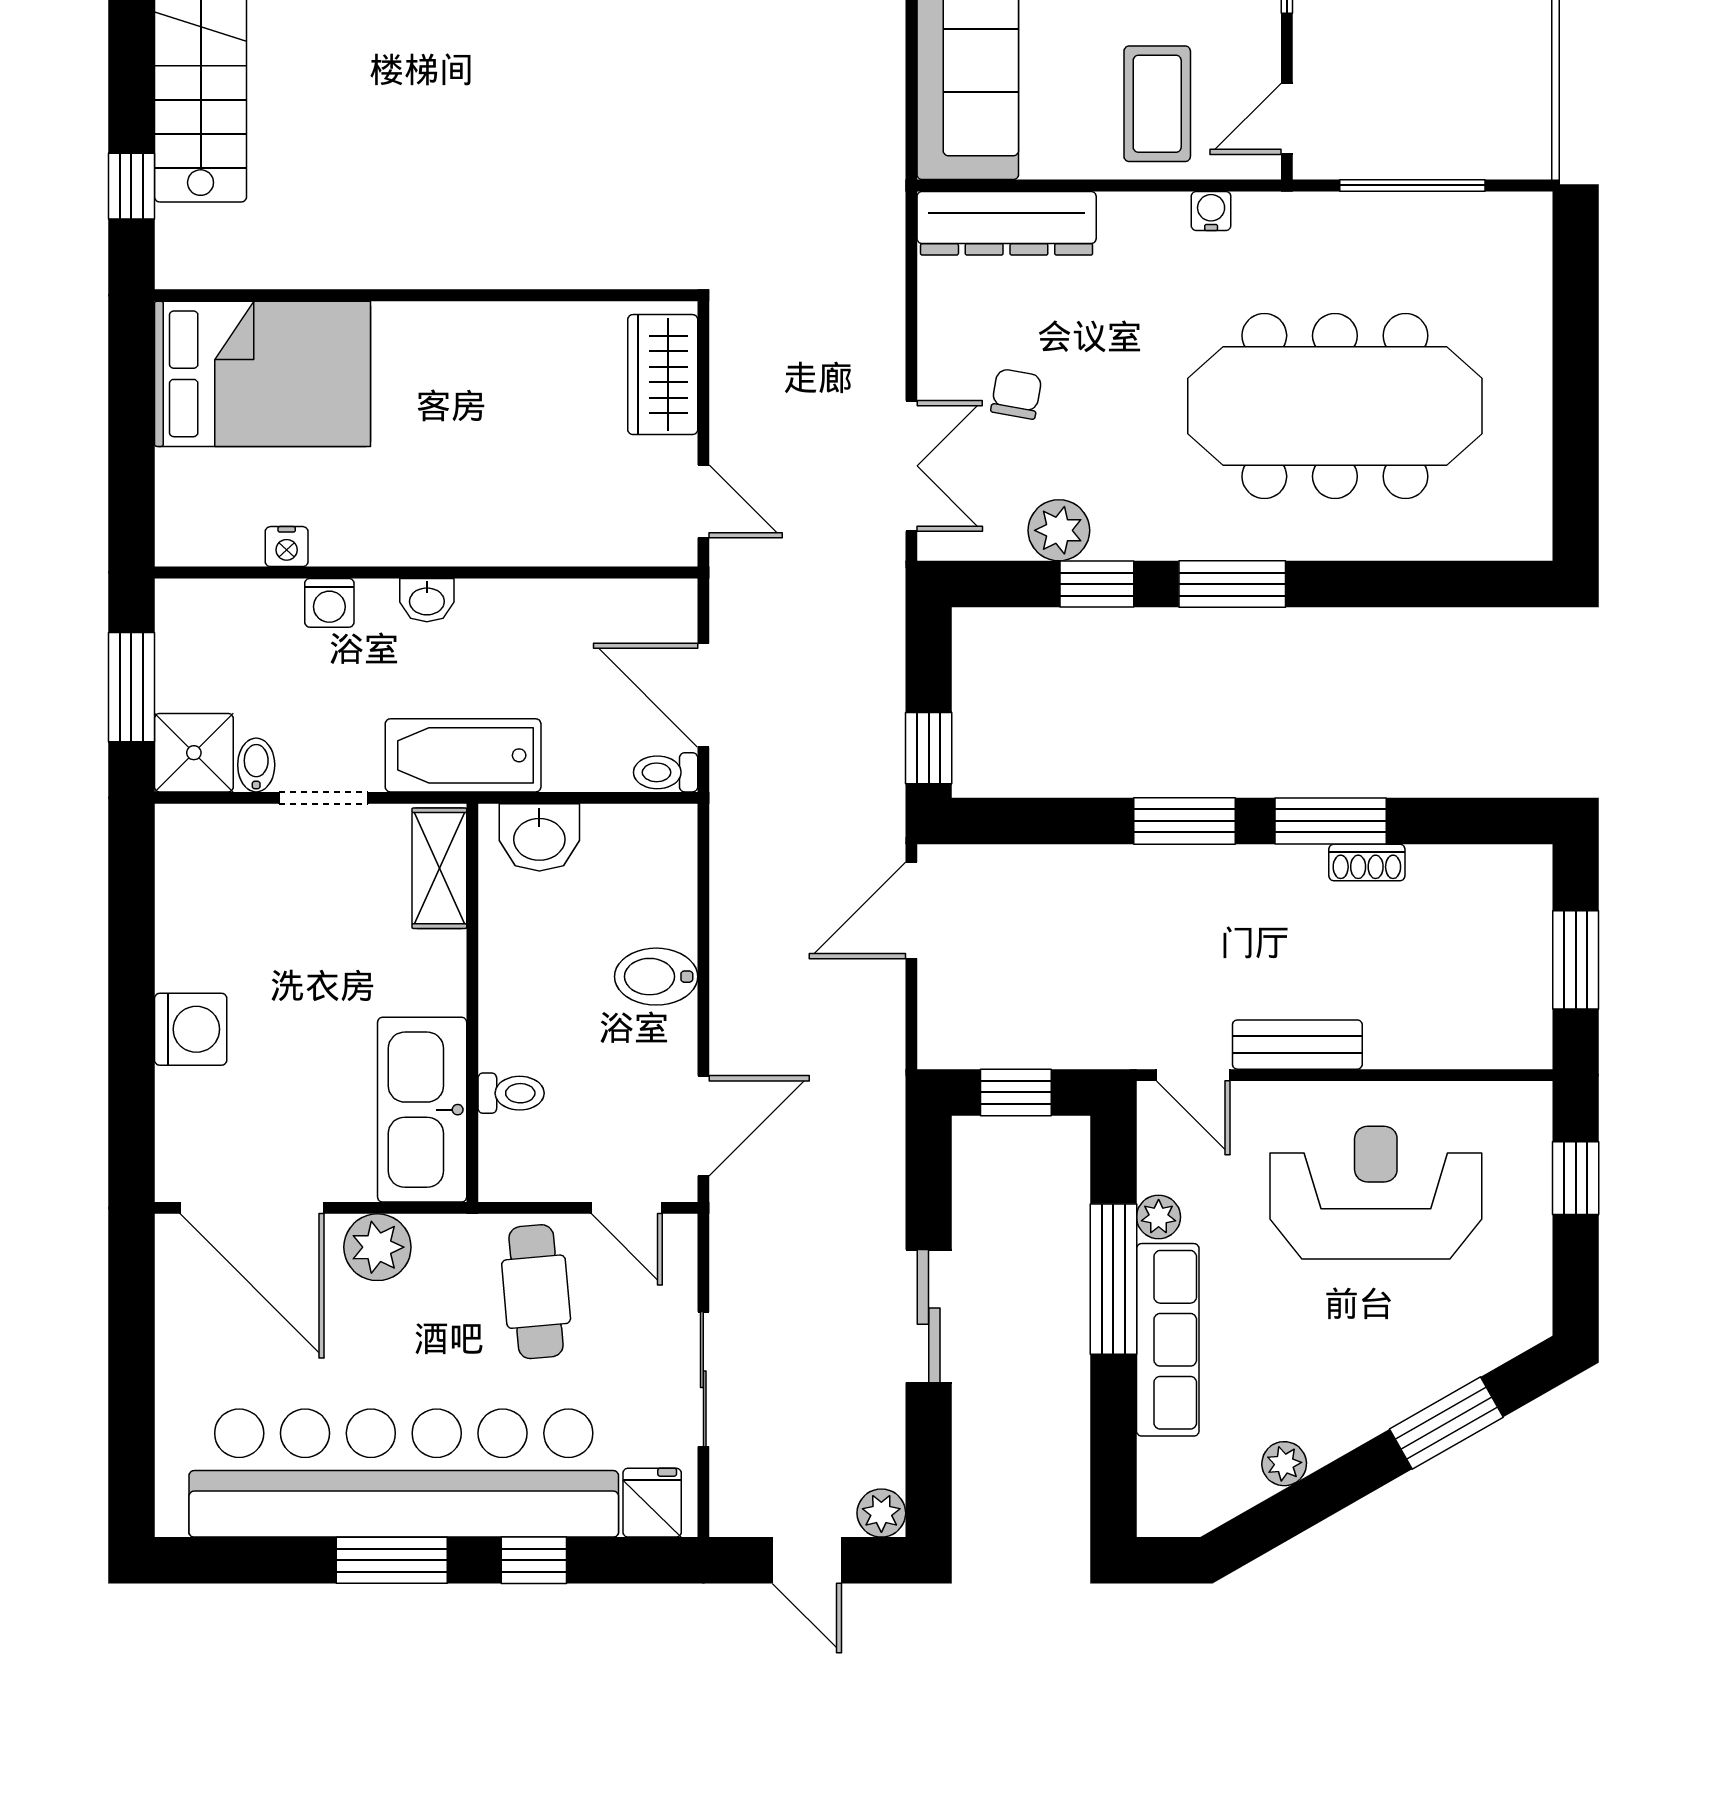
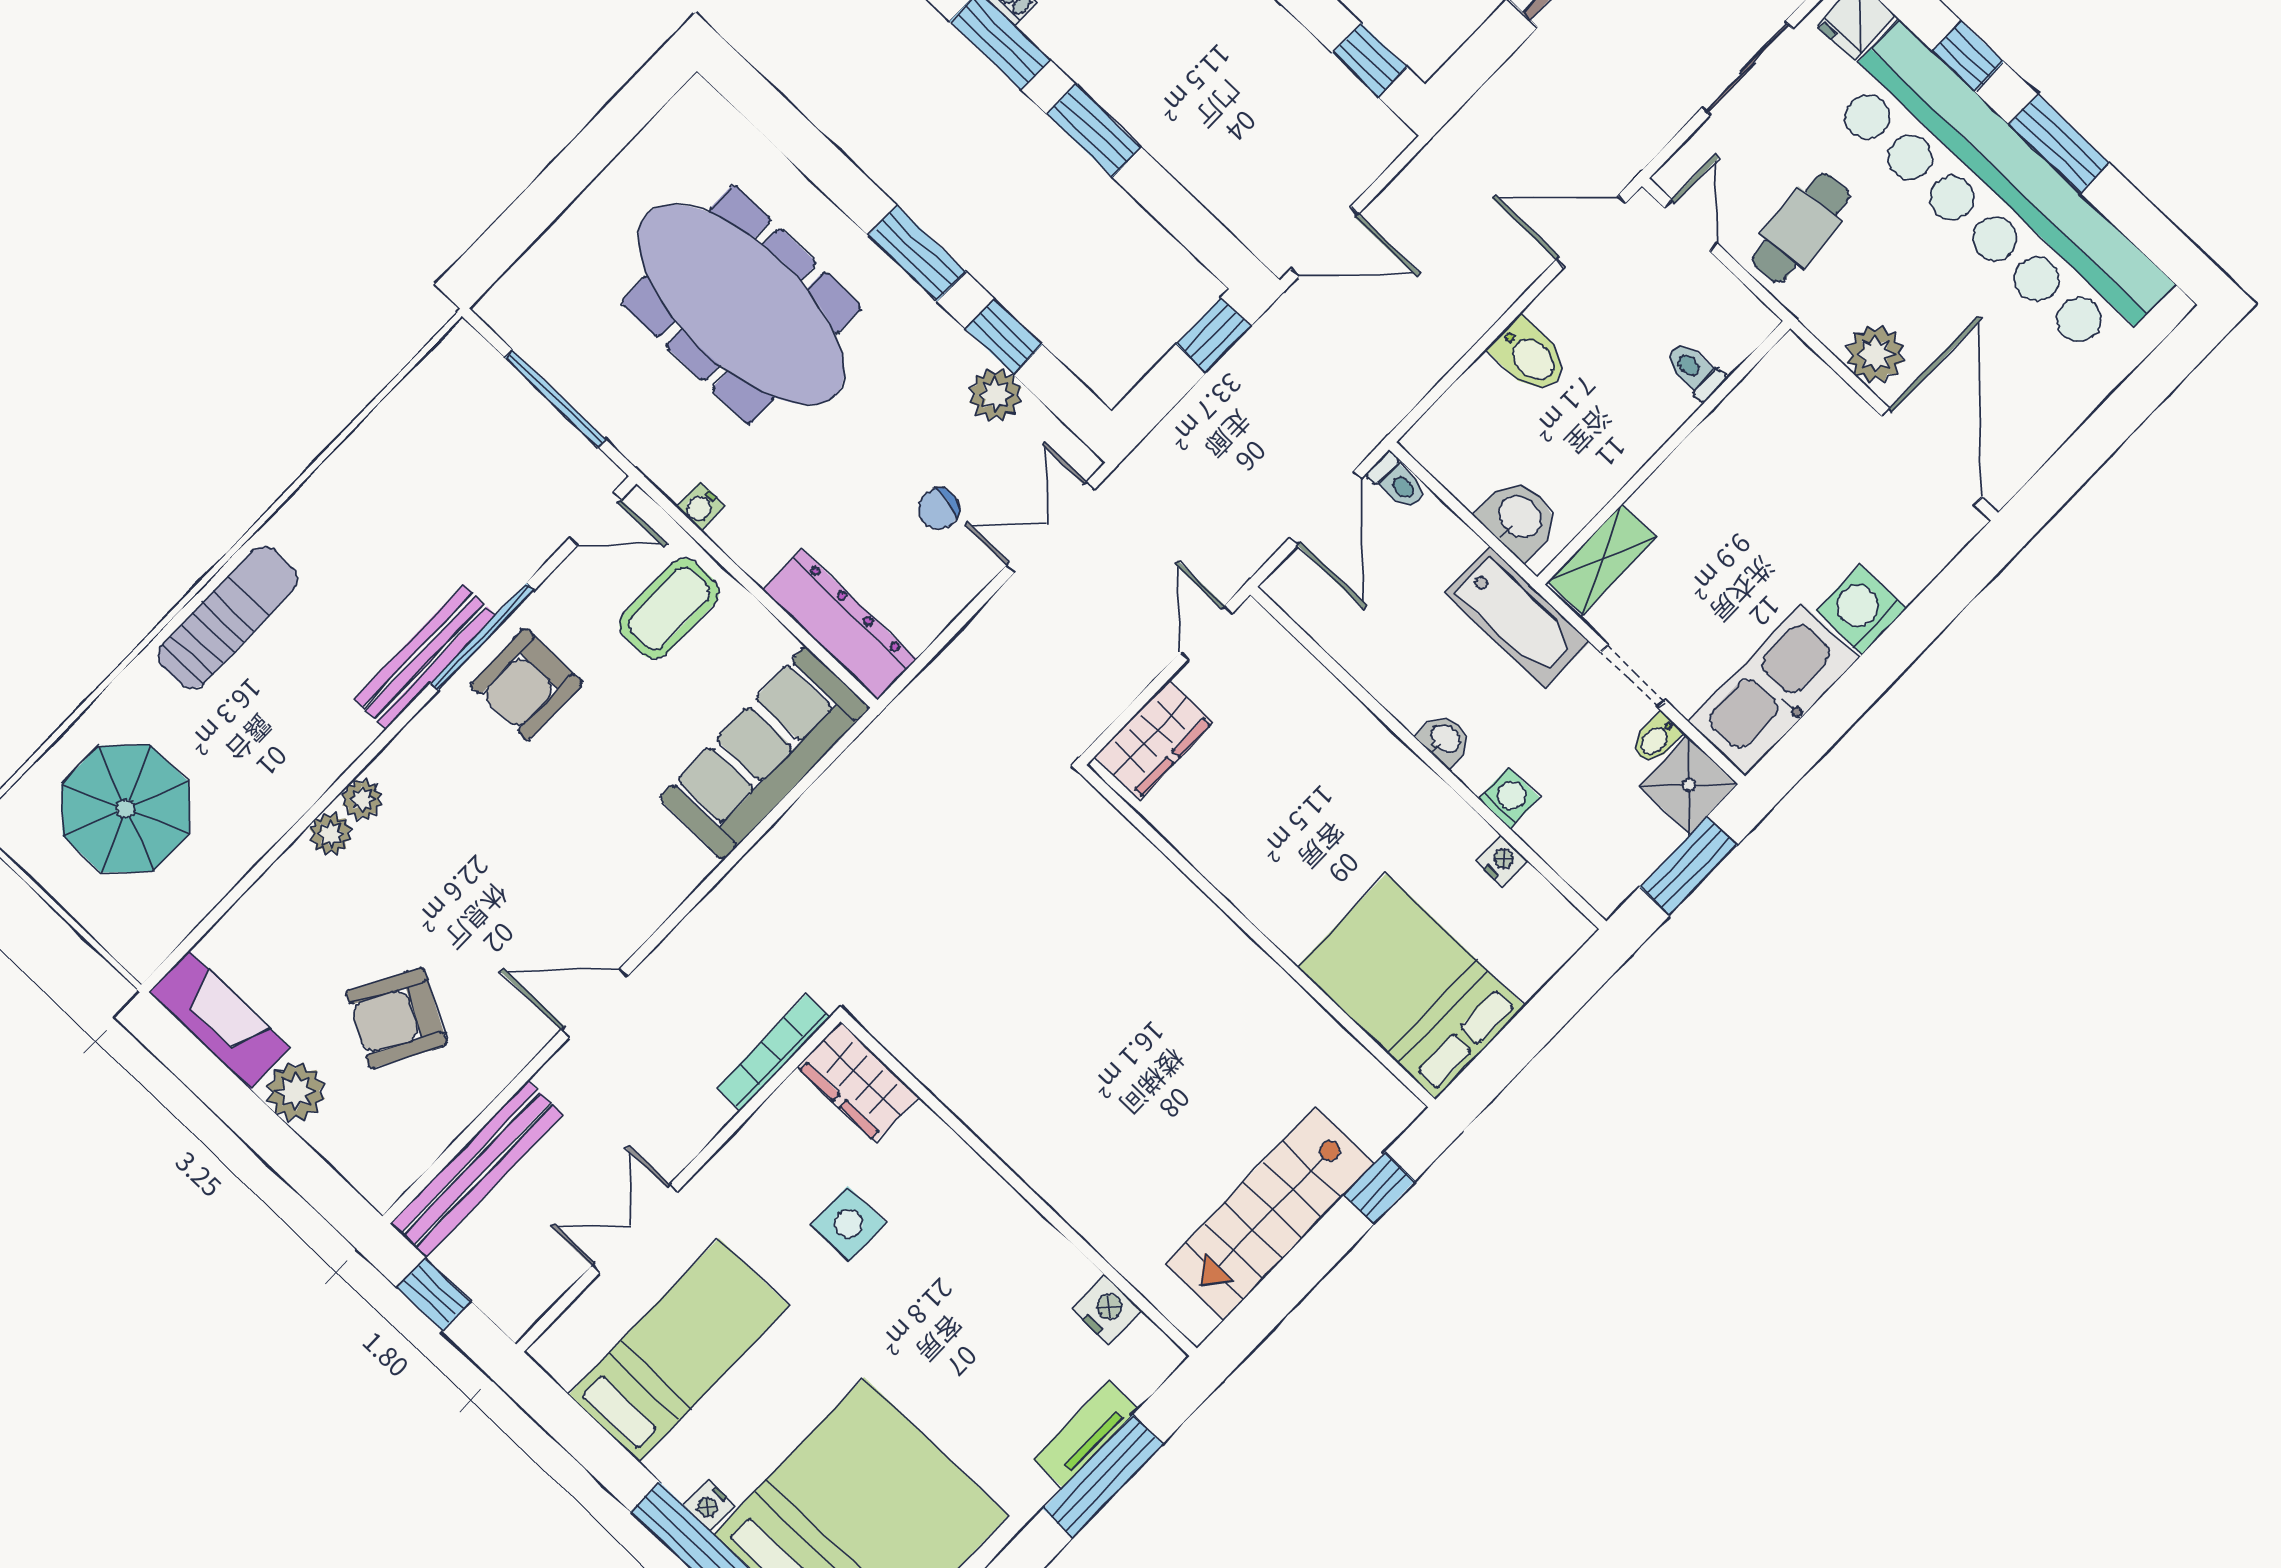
kitchen sink: (422, 1110) -> (1774, 690), moved, turned 180

